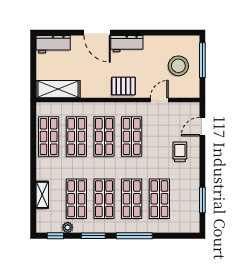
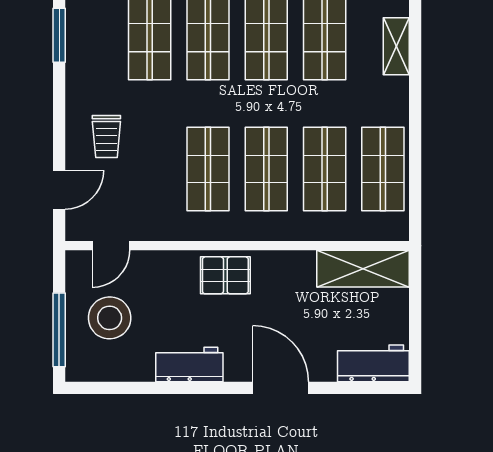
workbench: (127, 44) -> (189, 364), moved
door: (159, 100) -> (111, 246), moved

